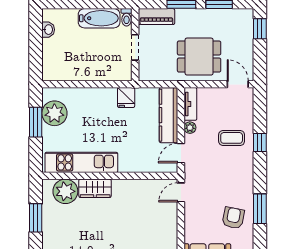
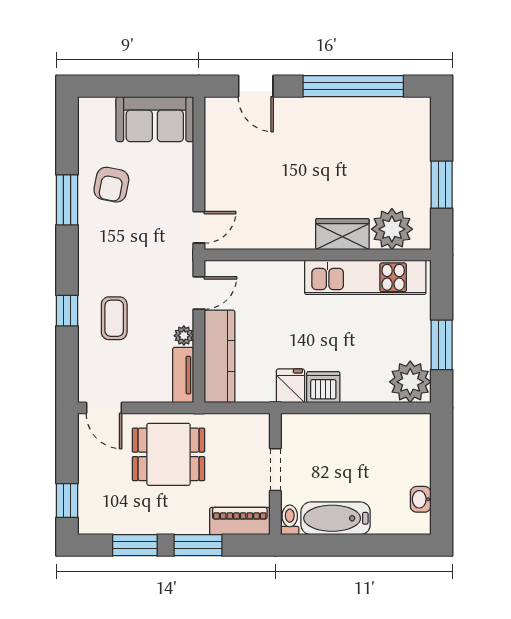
dishwasher: (106, 97) -> (323, 387), added
plant: (54, 113) -> (410, 382), moved
coffee table: (232, 138) -> (114, 318), turned 90

